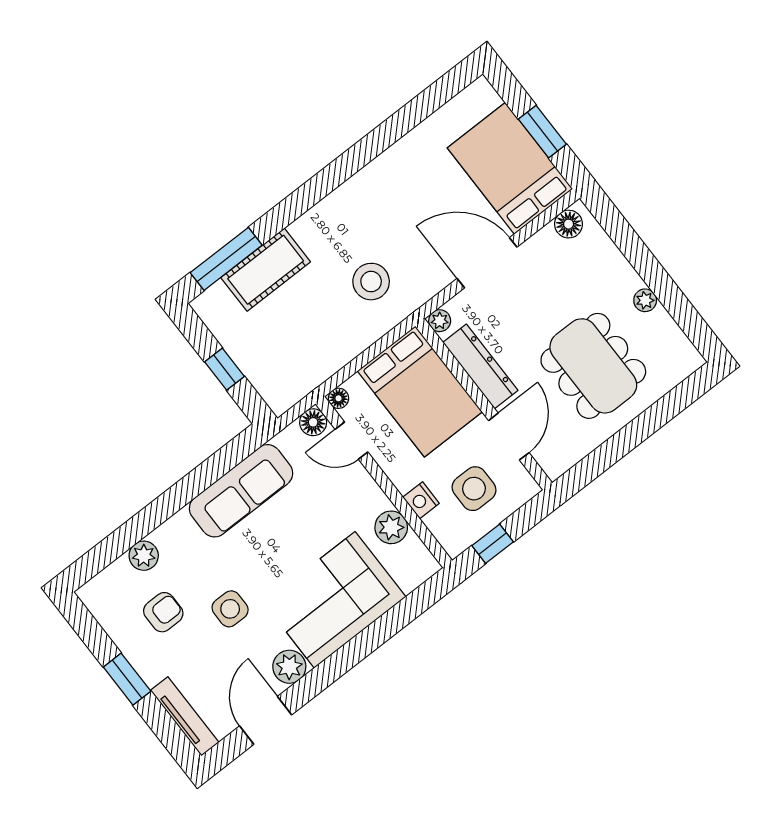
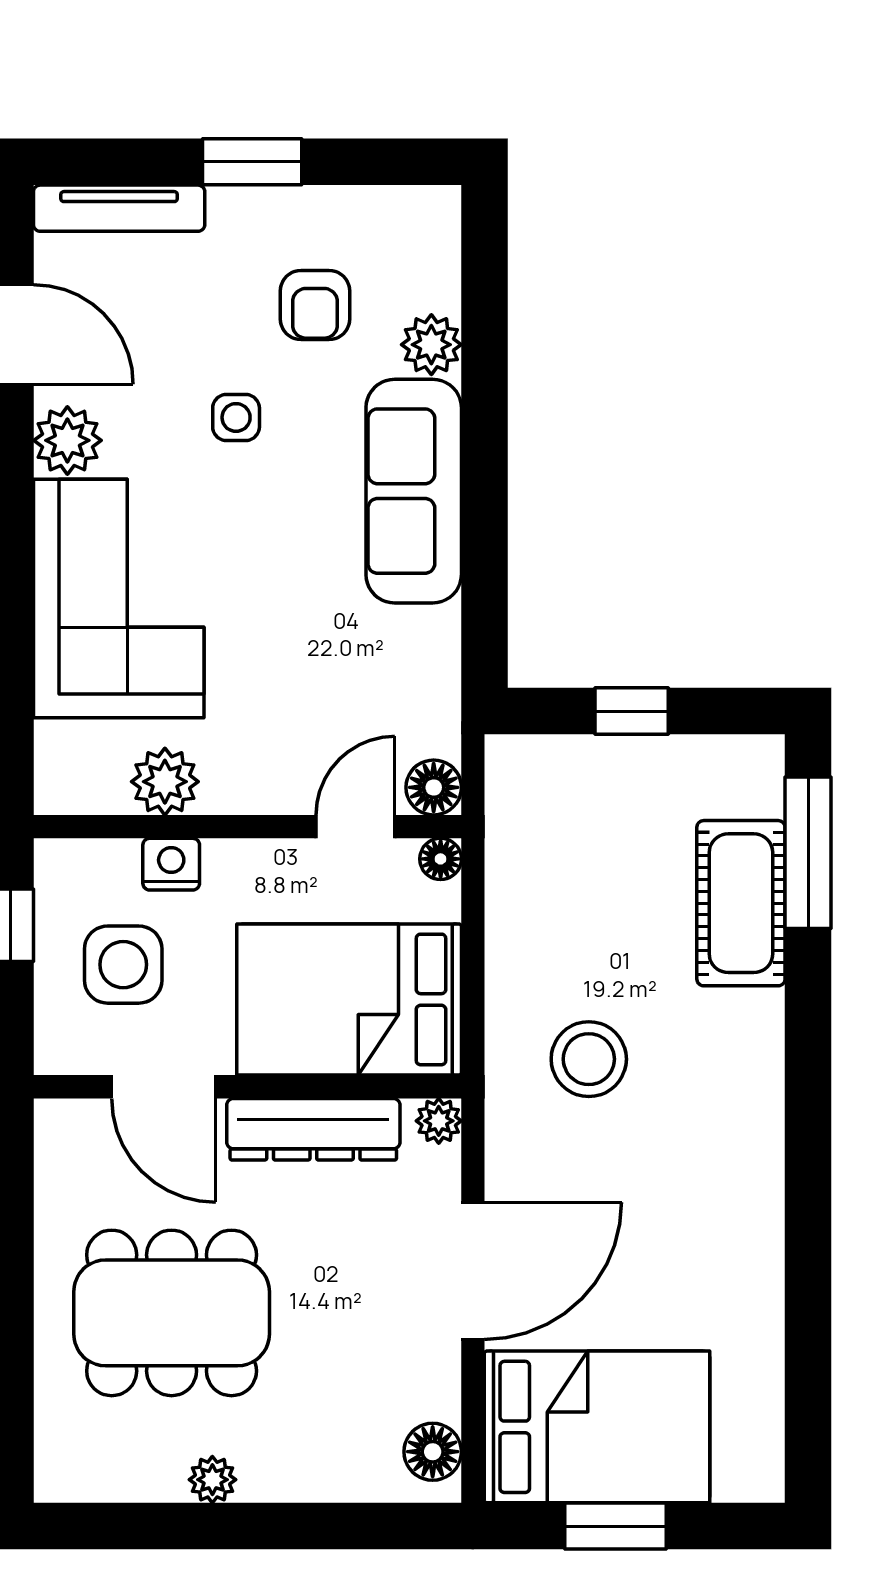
sofa: (241, 491) -> (414, 491), moved
side table: (230, 609) -> (236, 417), width x0.73, depth x0.73

